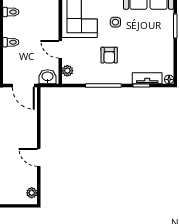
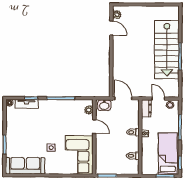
armchair: (109, 55) -> (56, 122), removed
door: (39, 157) -> (111, 28), moved

